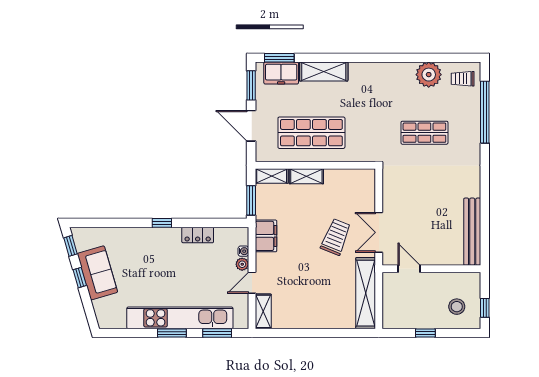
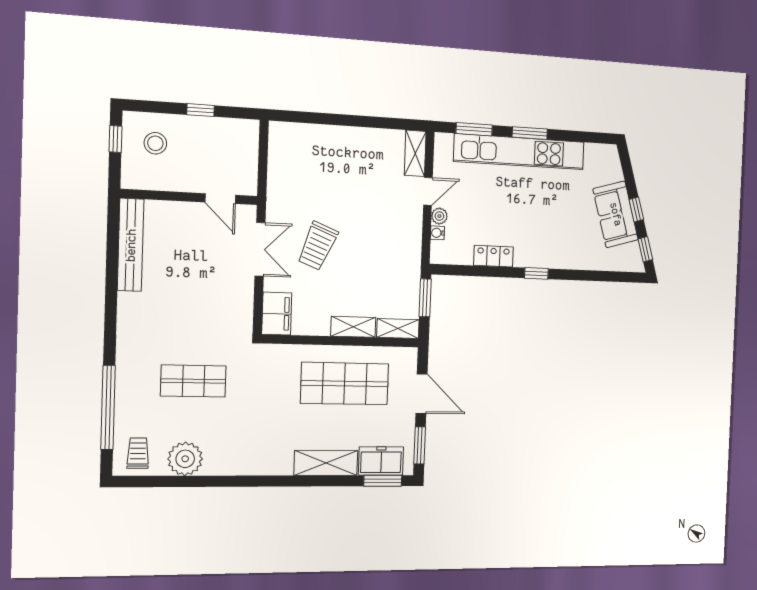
trolley: (463, 79) -> (138, 453), turned -90
filing cabinet: (266, 236) -> (277, 314), moved, turned 180
shelving: (366, 293) -> (280, 169), removed

